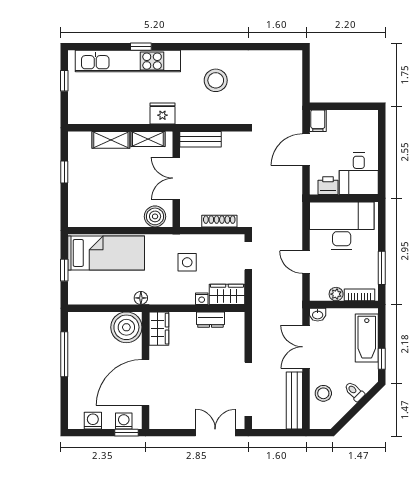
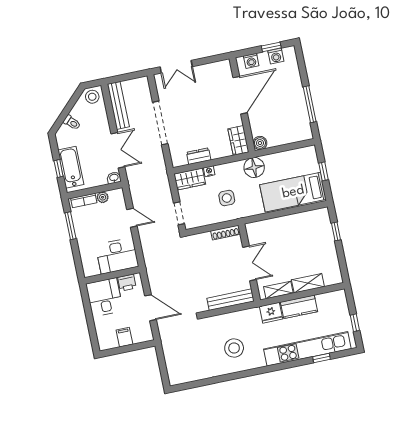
window: (141, 47) -> (322, 358), moved
kitchen counter: (128, 114) -> (299, 307), added
filing cabinet: (318, 121) -> (124, 337), moved
bench: (200, 139) -> (231, 300), width x1.36
door: (306, 150) -> (150, 308), hinge flipped
window: (64, 172) -> (336, 231), moved
boiler: (155, 216) -> (260, 229), removed
shoe rack: (219, 221) -> (226, 233), moved
desk: (342, 226) -> (117, 256), width x0.73, depth x0.77
floor lamp: (141, 298) -> (254, 167), width x1.89, depth x1.89
boiler: (126, 327) -> (260, 143), width x0.54, depth x0.54
window: (382, 359) -> (59, 168), moved
doorway: (248, 389) -> (160, 123), moved
stool: (323, 393) -> (92, 97), moved
window: (127, 433) -> (271, 47), moved

